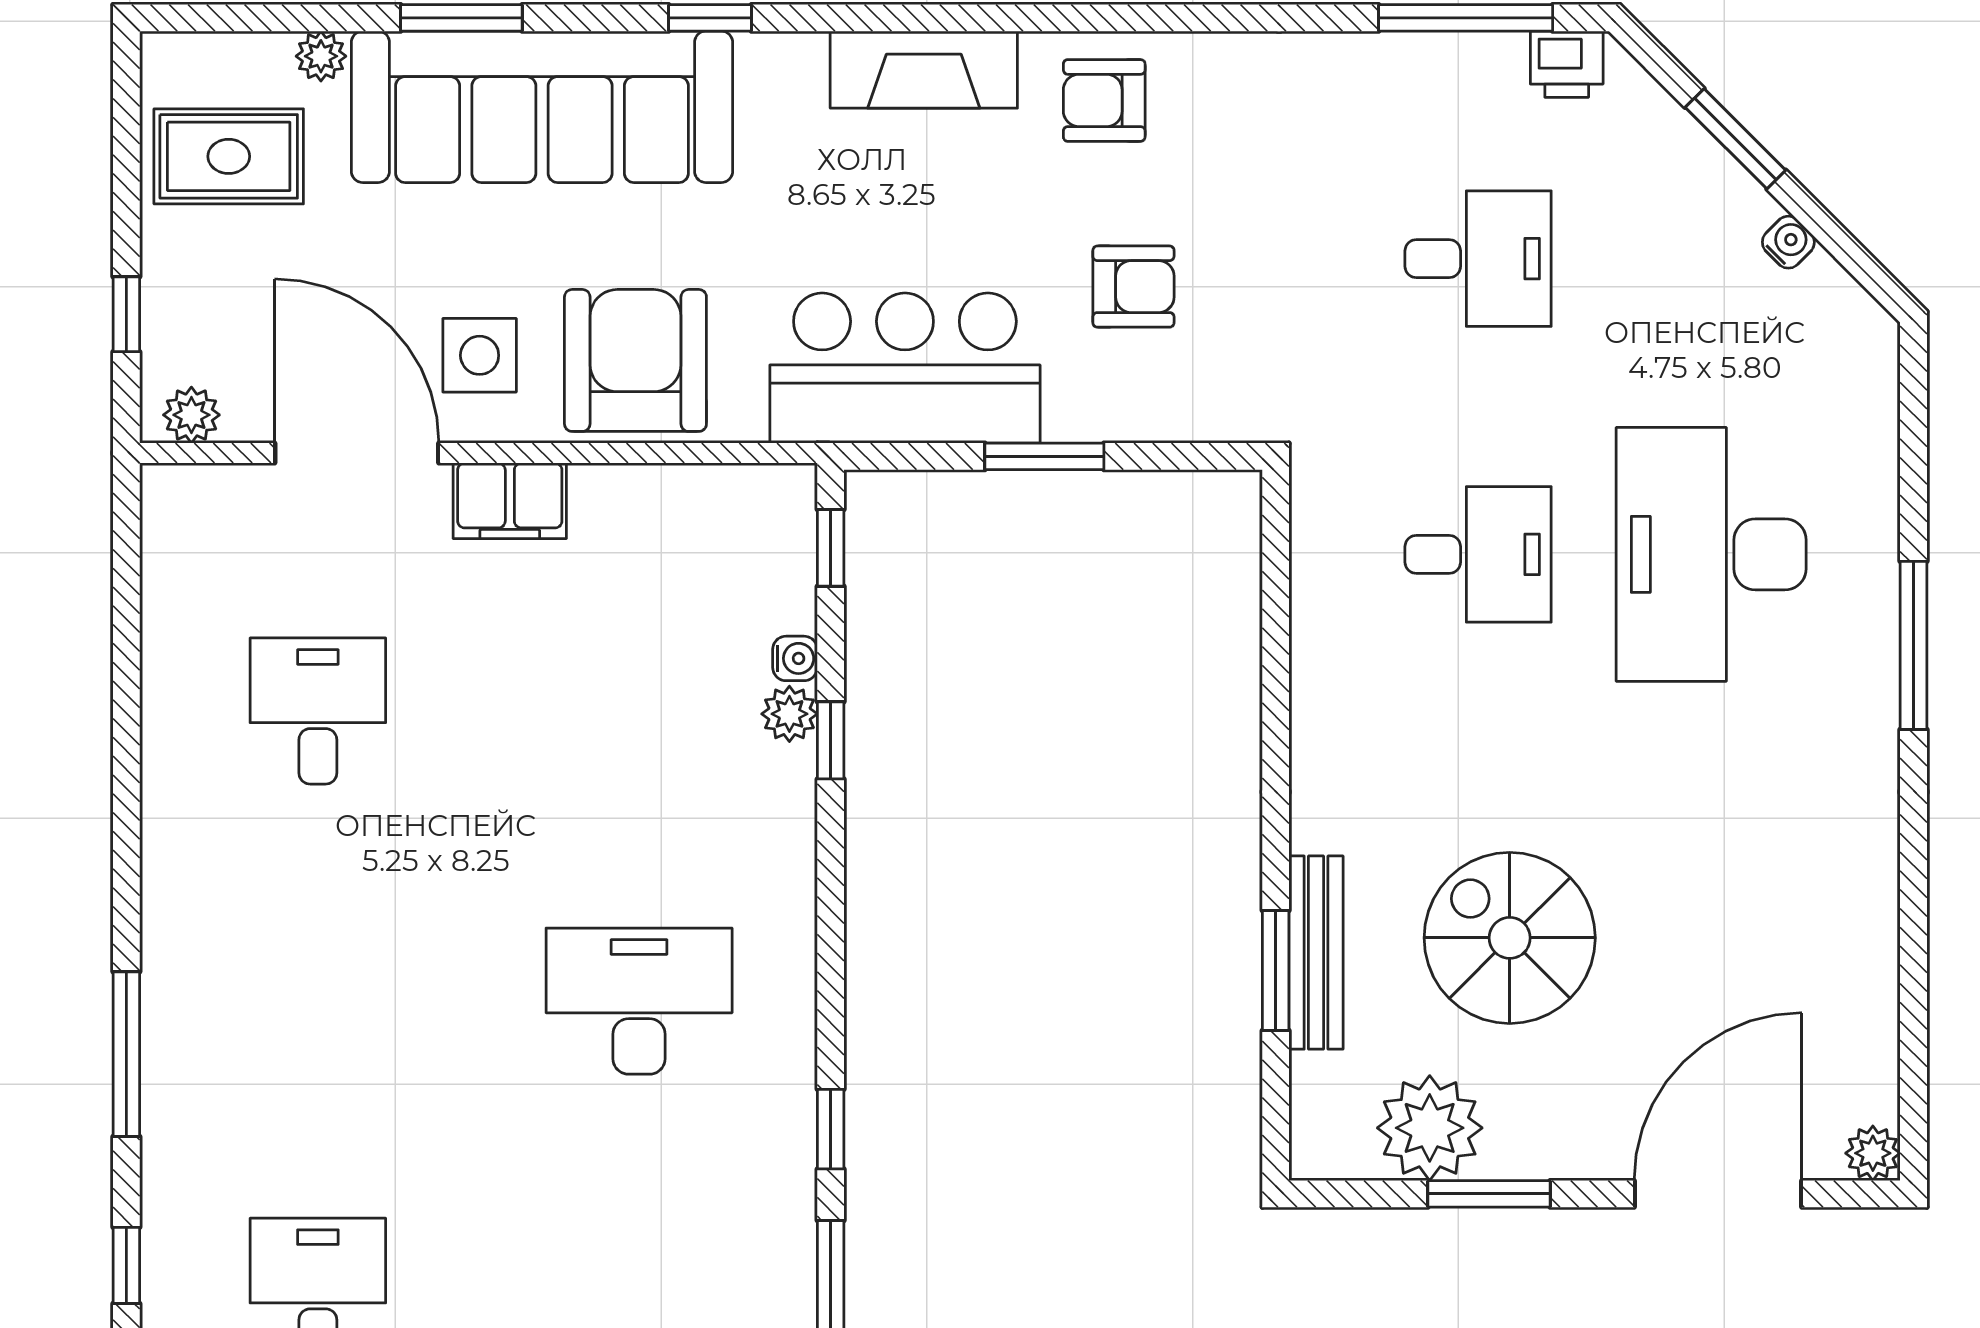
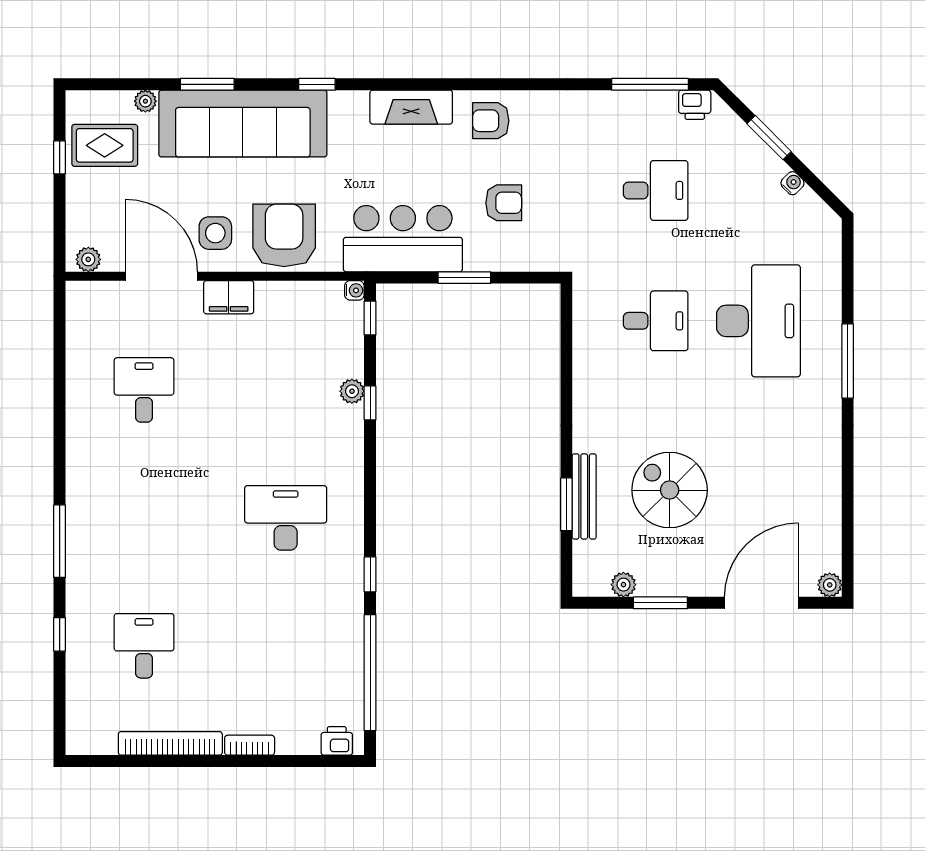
window: (126, 314) -> (60, 157), moved
desk: (1711, 554) -> (758, 321), turned 180
water cooler: (795, 658) -> (354, 290), moved
plant: (1430, 1128) -> (623, 585), width x0.53, depth x0.53

